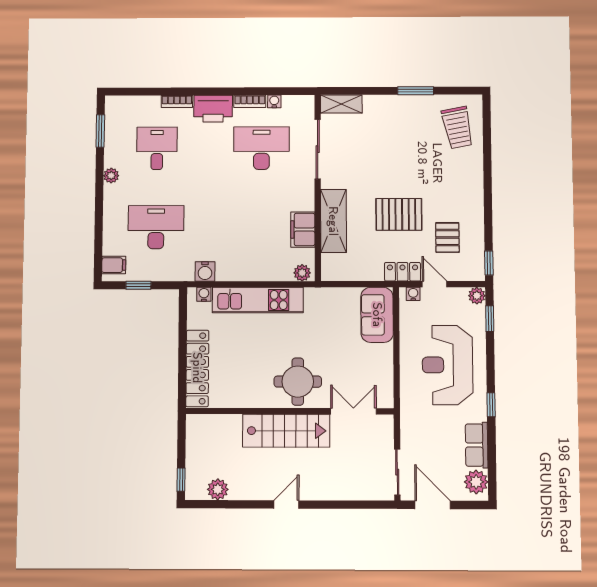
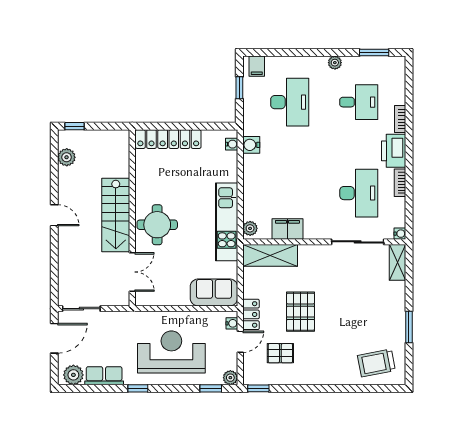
water cooler: (274, 101) -> (400, 234), moved
shelving: (333, 221) -> (270, 255), moved
kitchen unit: (258, 300) -> (227, 222), moved

